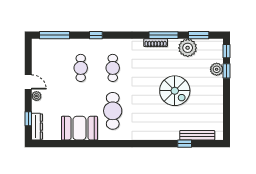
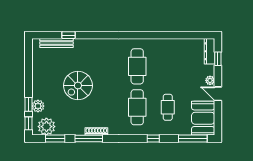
plant: (188, 48) -> (46, 127), moved
cafe table: (113, 68) -> (137, 107), width x1.37, depth x1.35
spiral stairs: (175, 91) -> (78, 86), turned -90
booth: (79, 128) -> (203, 118), moved, turned 90

